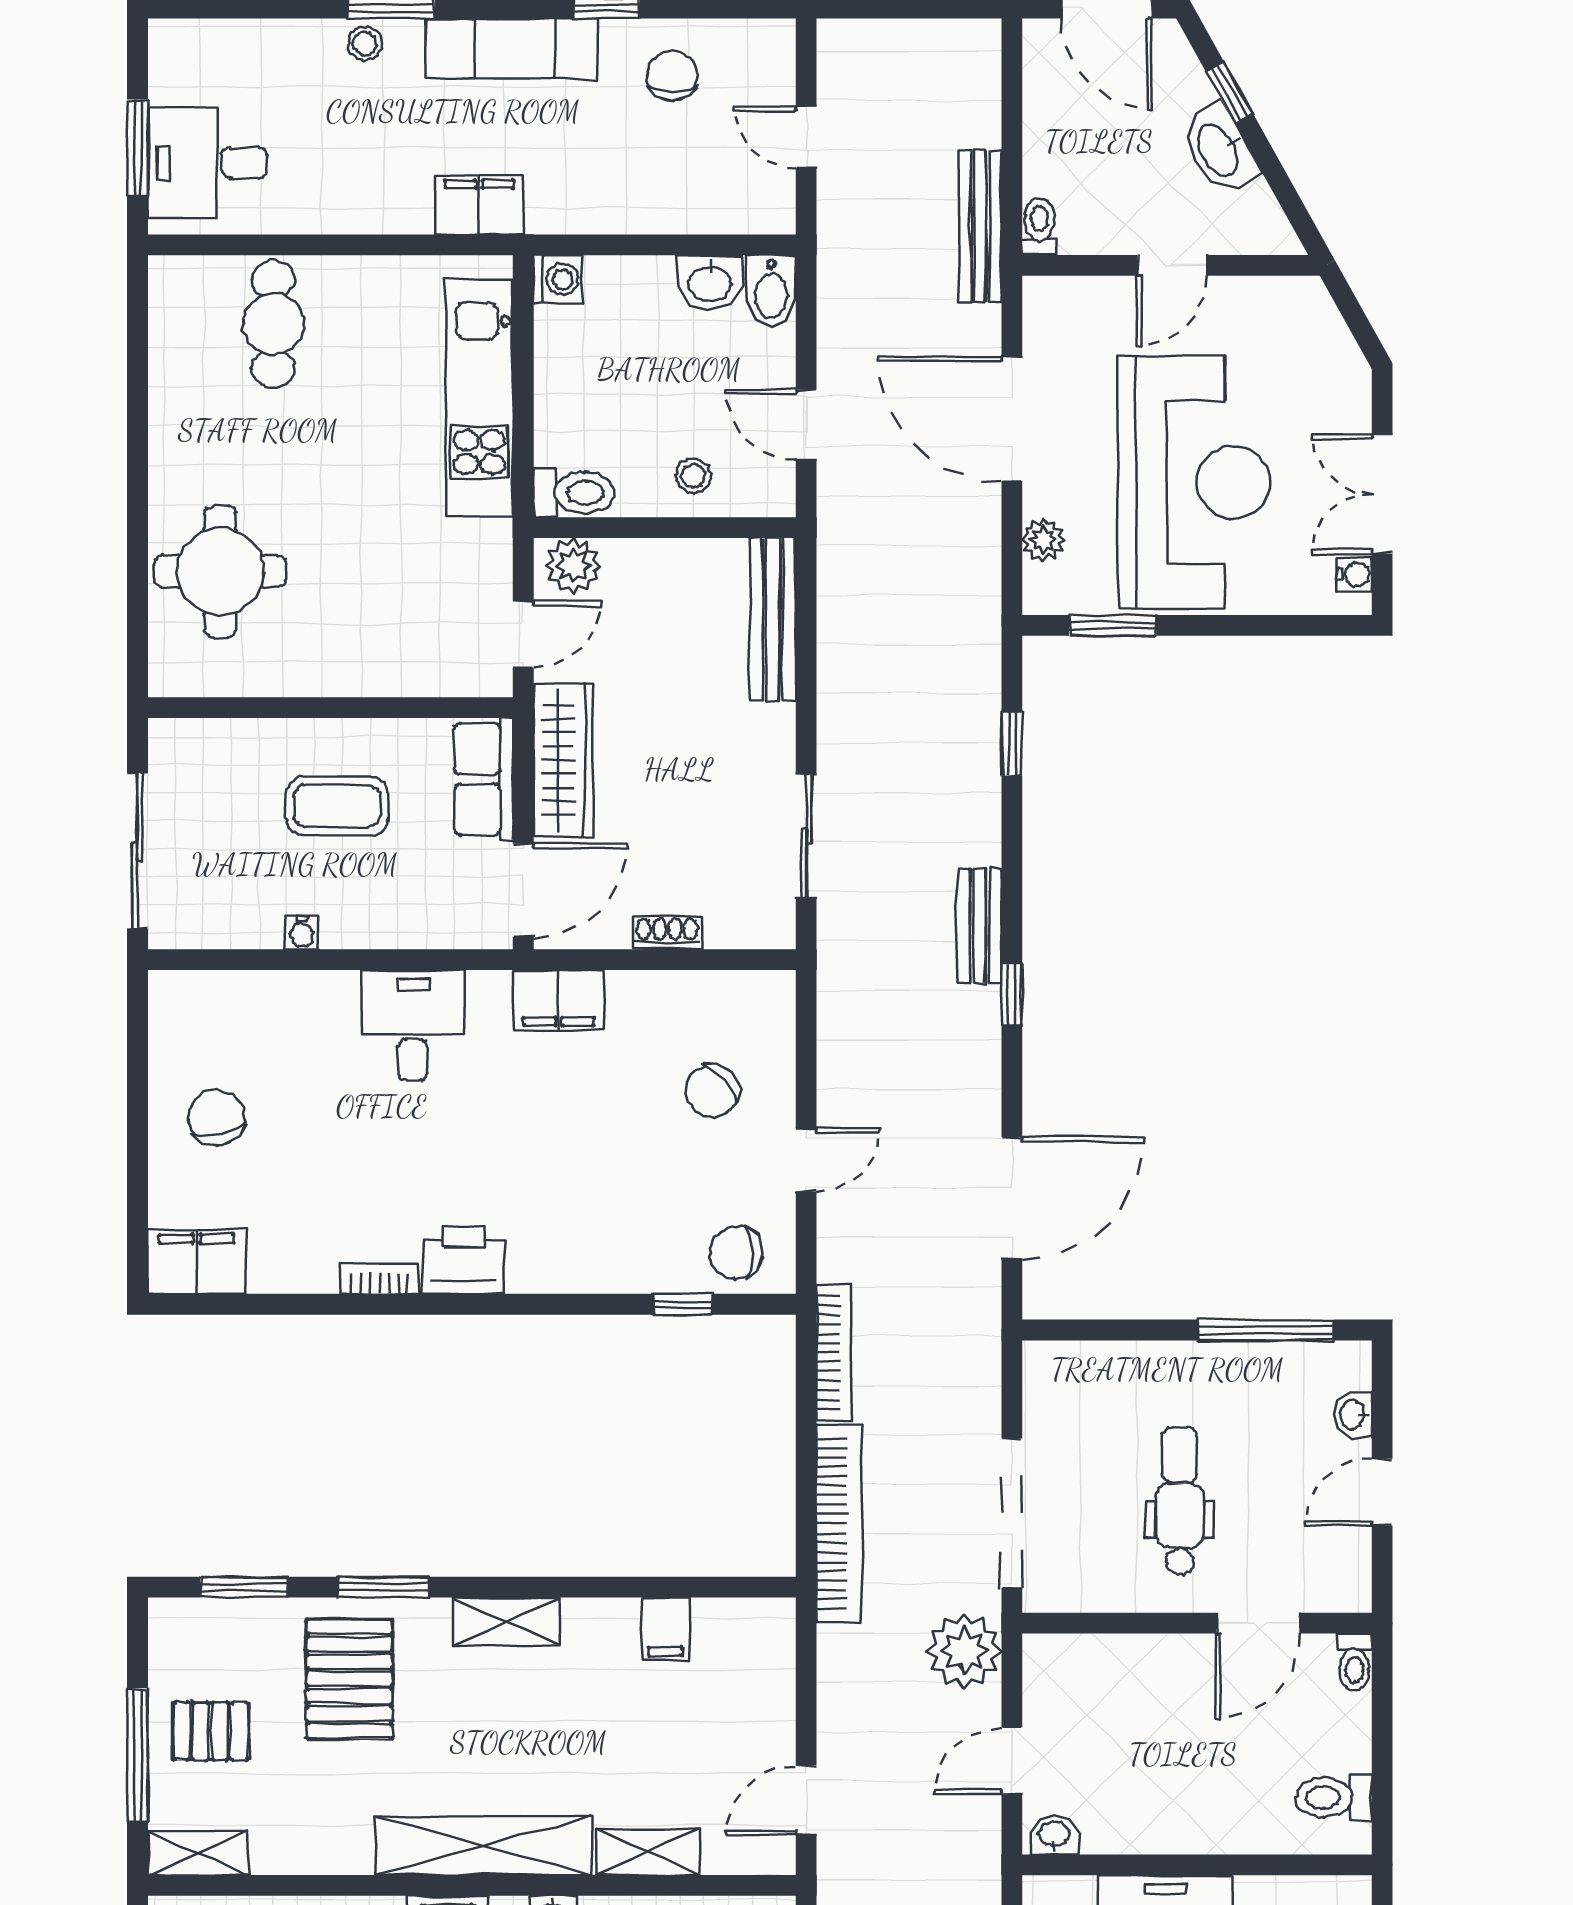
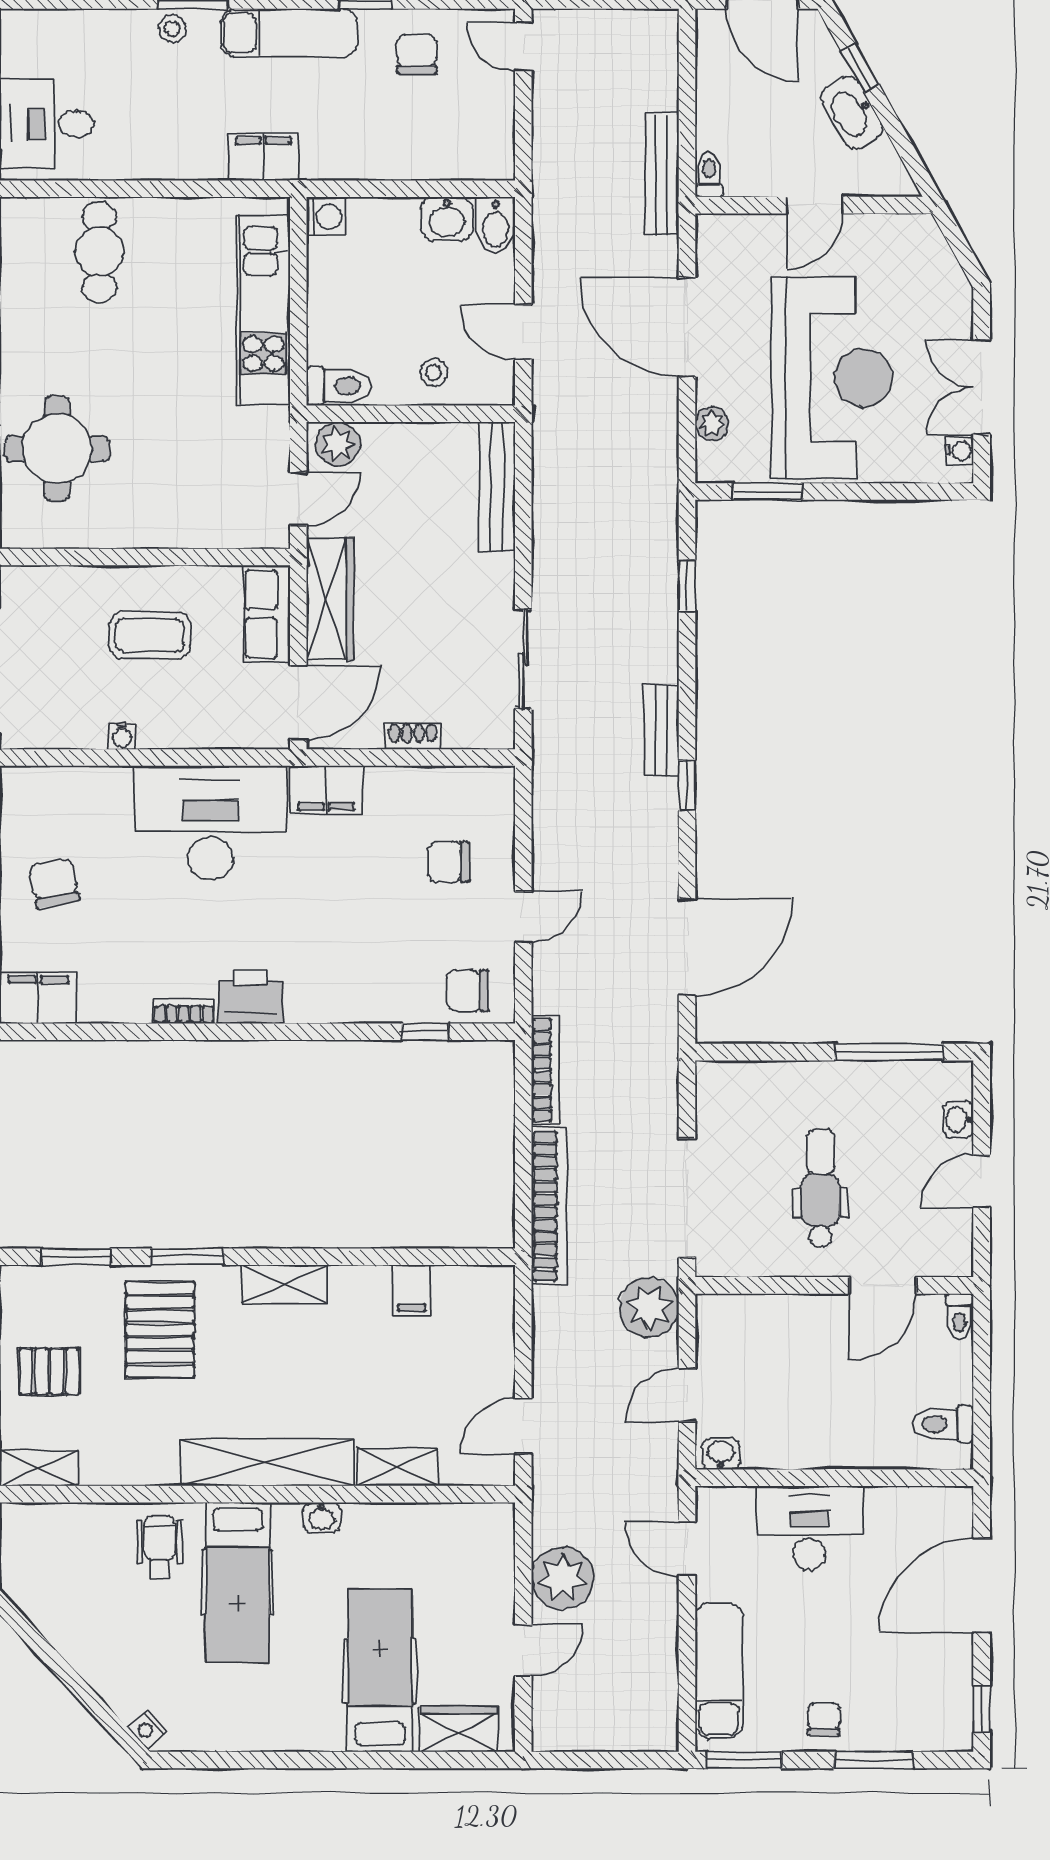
door: (806, 137) -> (523, 46), moved
desk: (413, 1025) -> (210, 823), width x1.87, depth x1.30
chair: (712, 1091) -> (449, 862), turned 43

